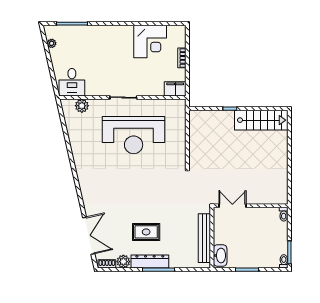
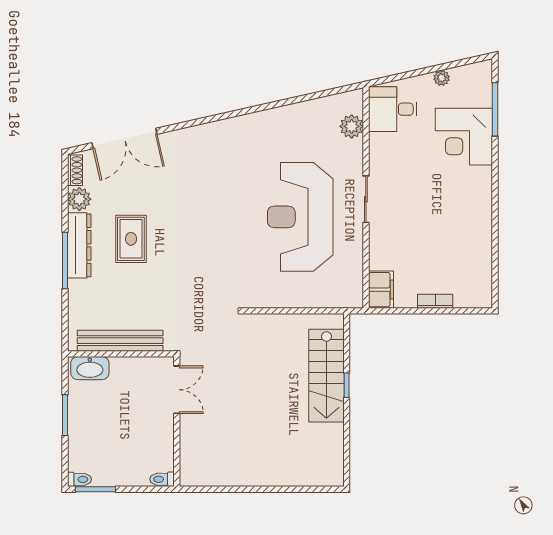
corner desk: (150, 41) -> (464, 137), moved
plant: (52, 43) -> (442, 78), moved
stairs: (261, 120) -> (326, 376), moved

